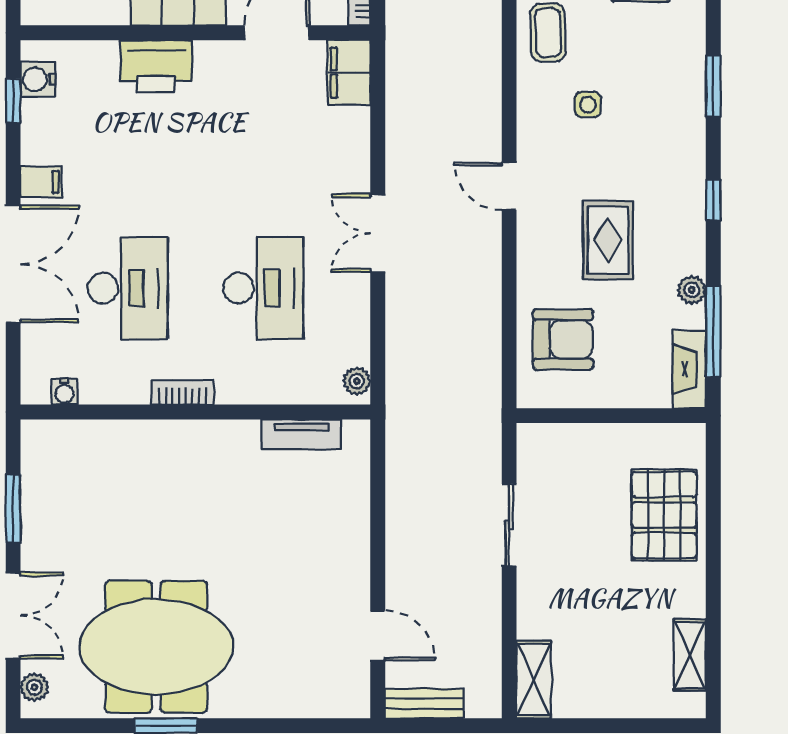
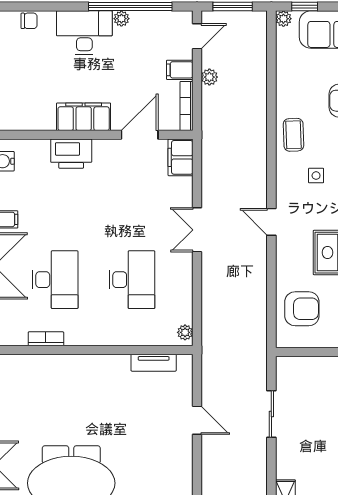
double door: (378, 233) -> (197, 230), moved
water cooler: (64, 392) -> (19, 338), removed
bookcase: (182, 392) -> (46, 339), moved
door: (378, 636) -> (197, 420), moved

